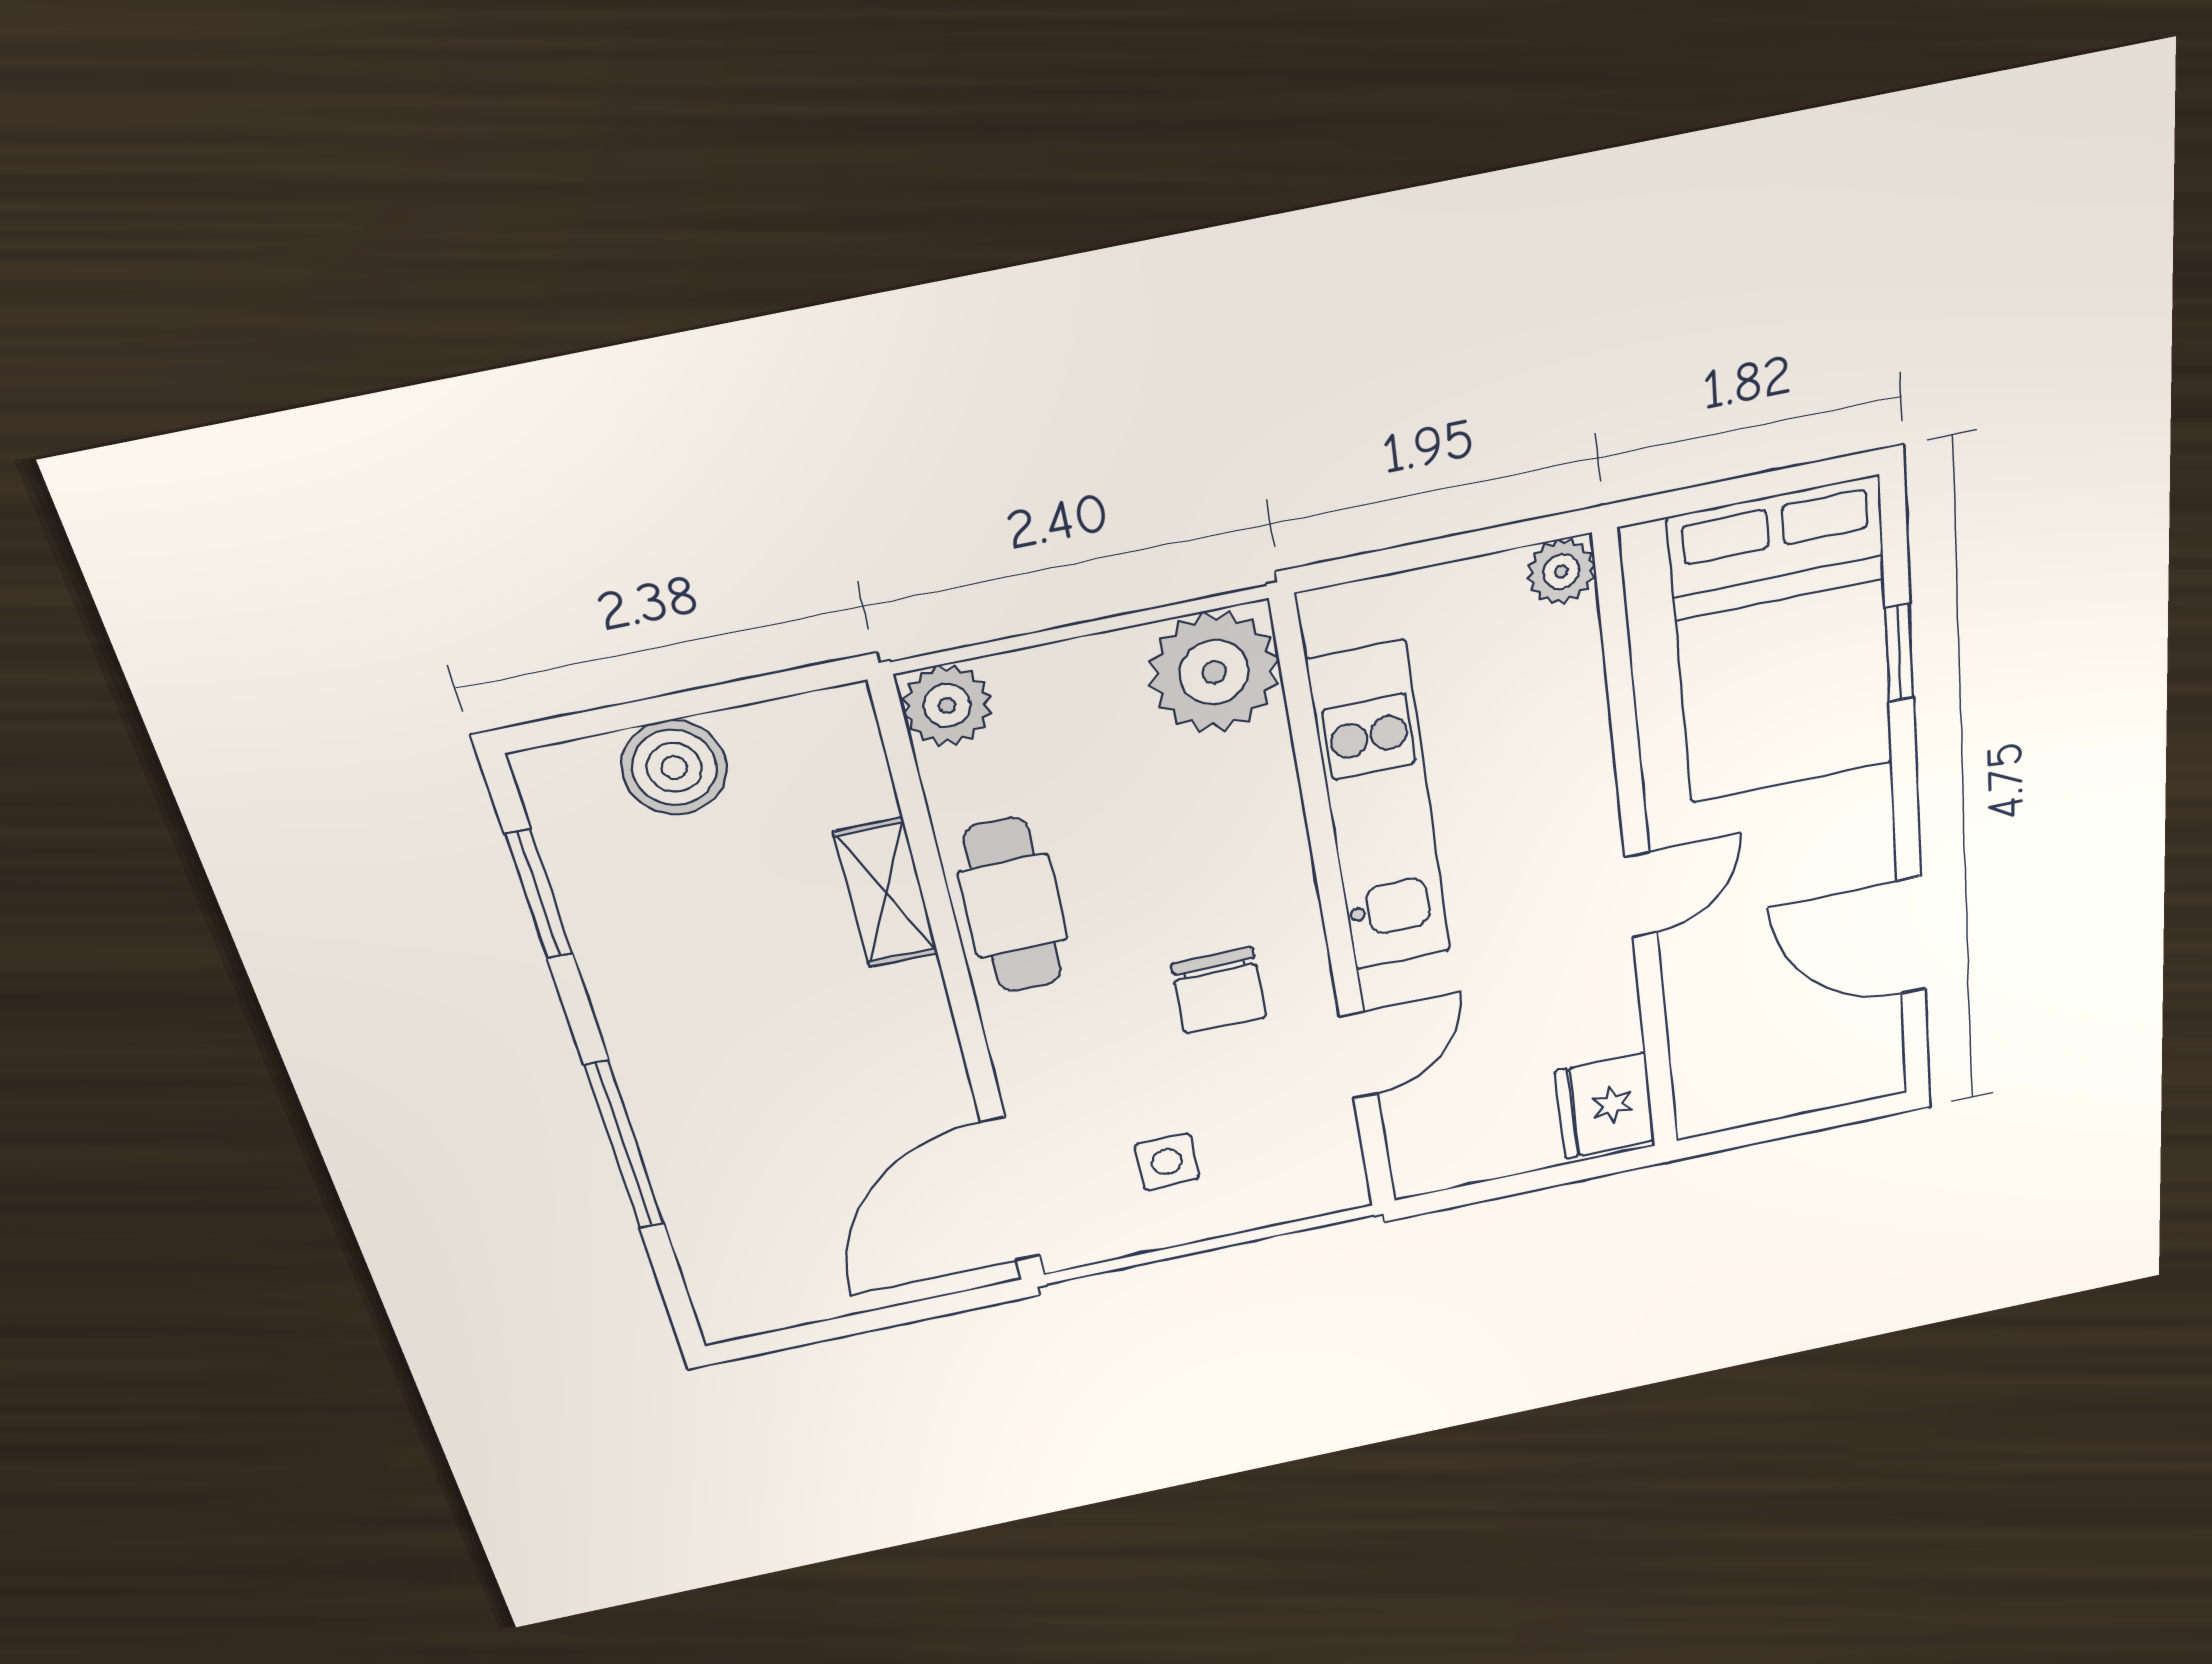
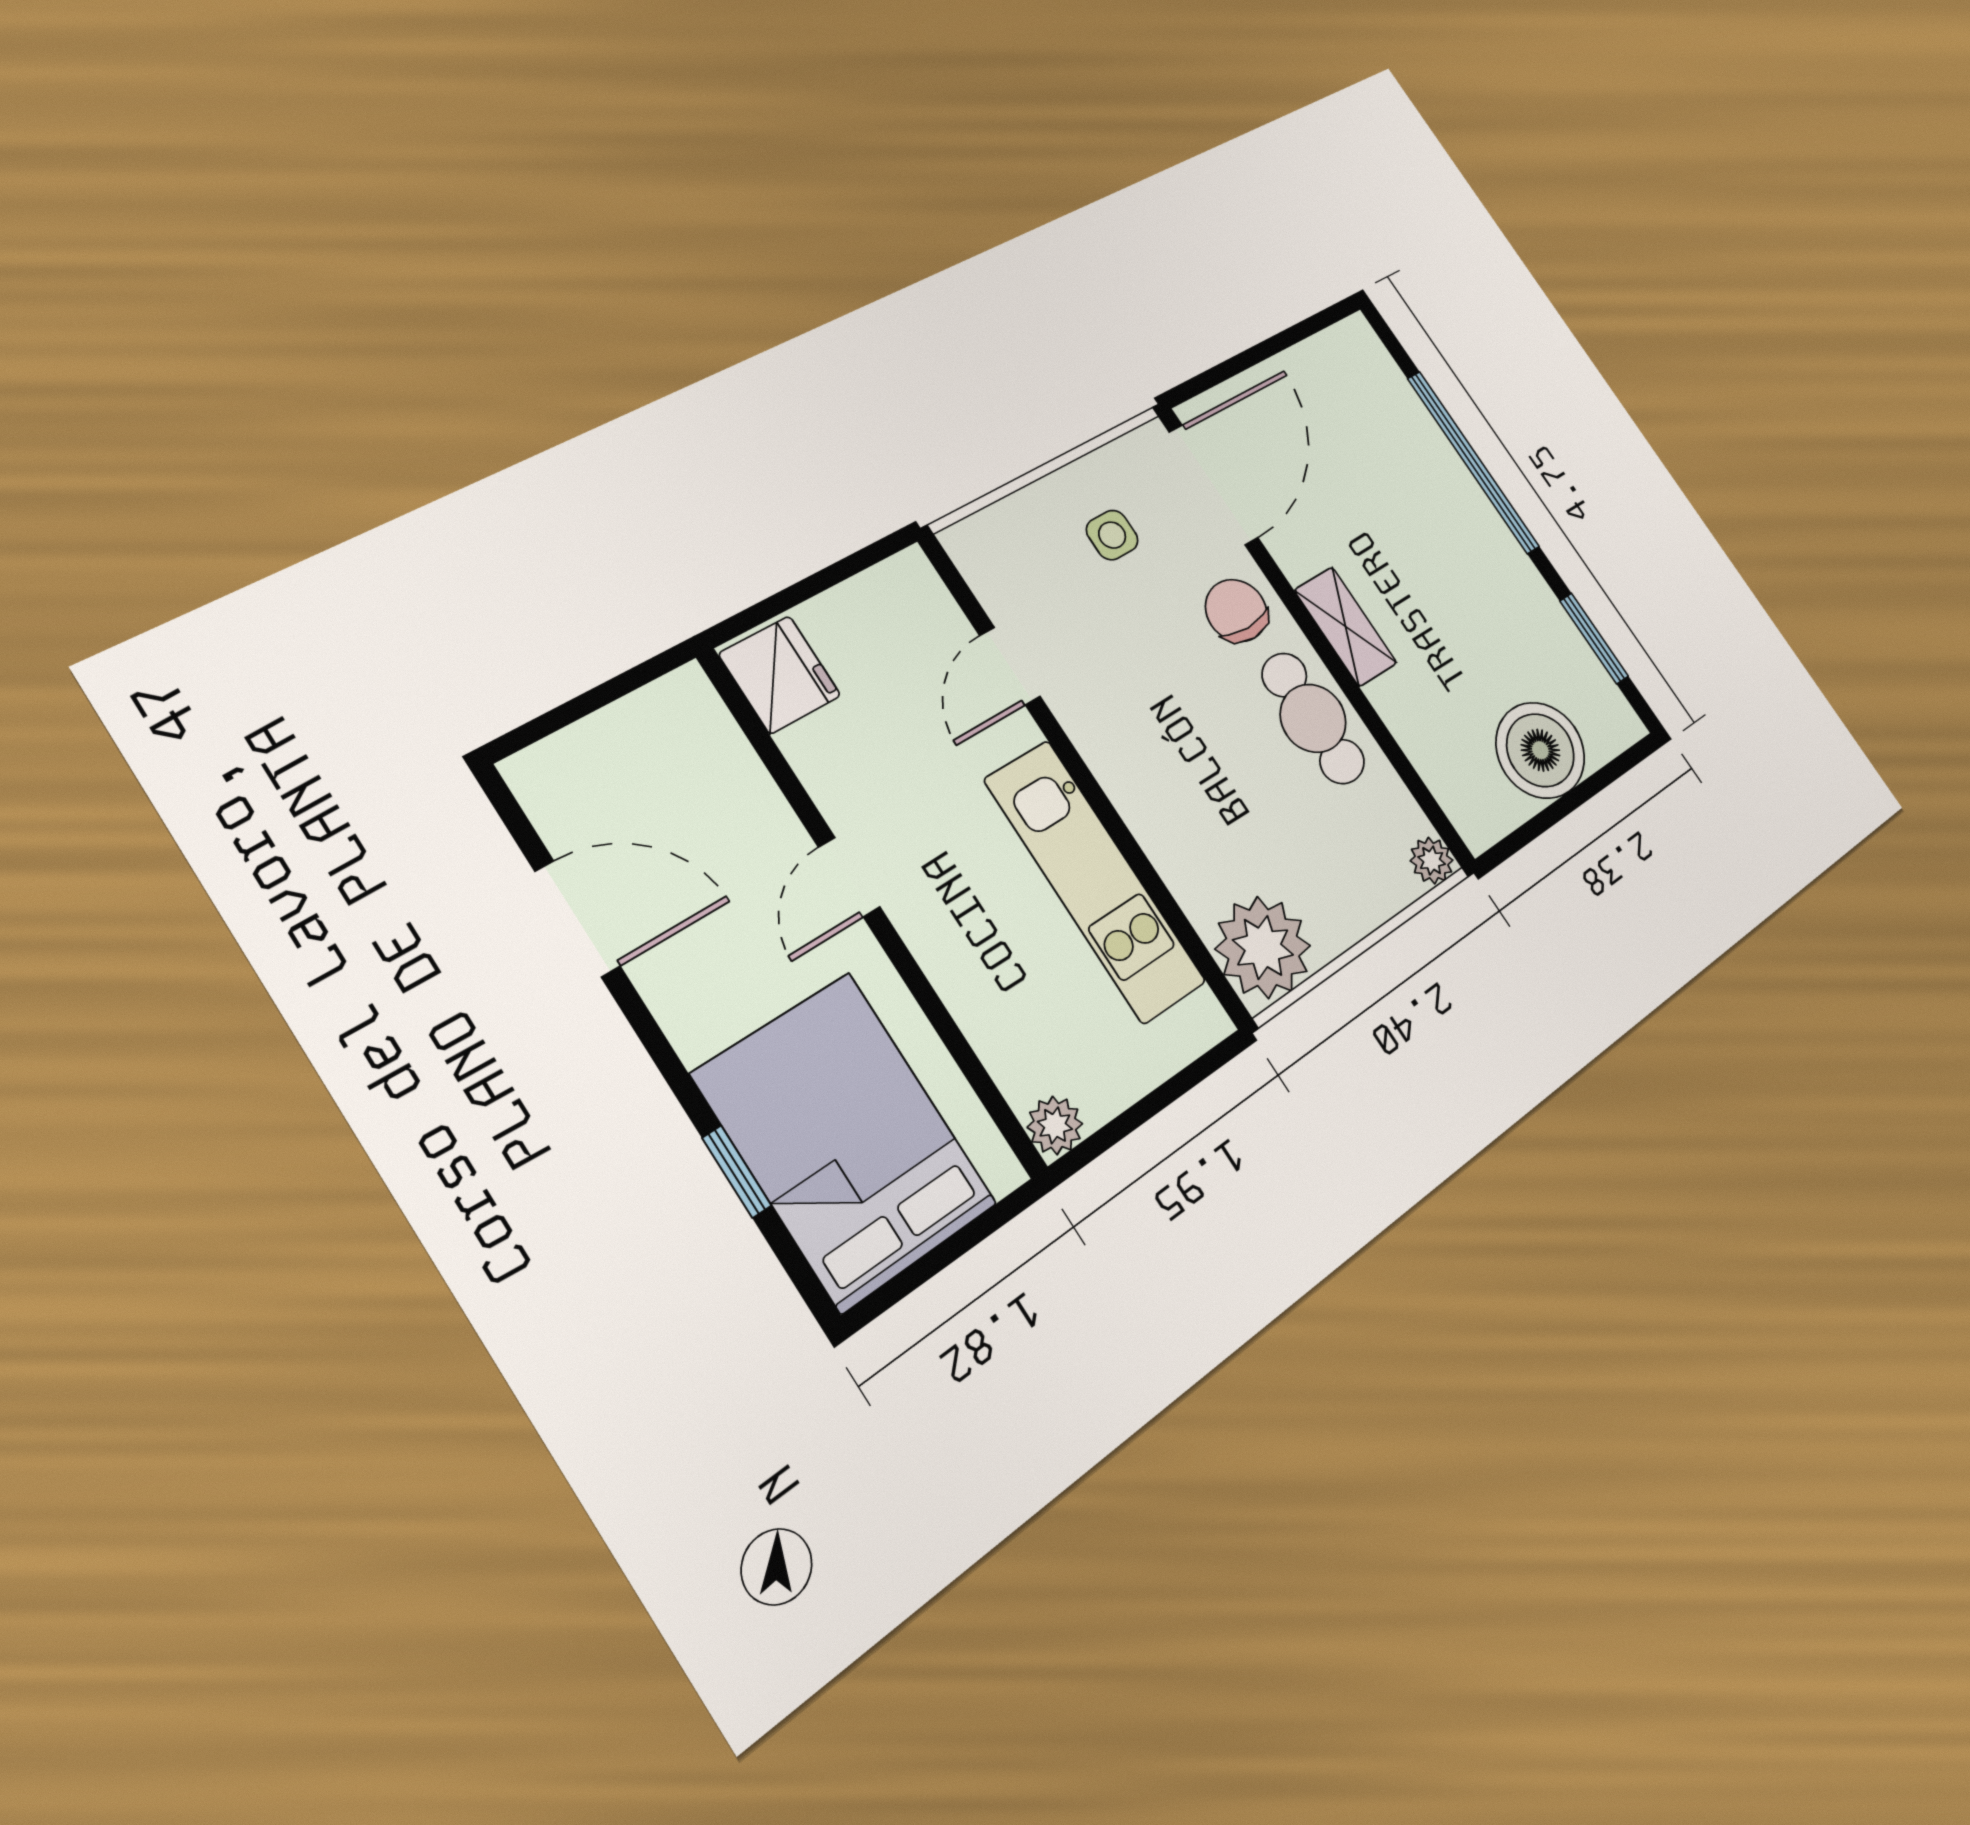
plant: (947, 706) -> (1432, 861), width x0.73, depth x0.73
boiler: (674, 767) -> (1540, 750), width x1.37, depth x1.37
shelving: (886, 893) -> (1346, 627), moved
chair: (1219, 991) -> (1236, 611), moved
window: (624, 1145) -> (1473, 462), width x1.46

